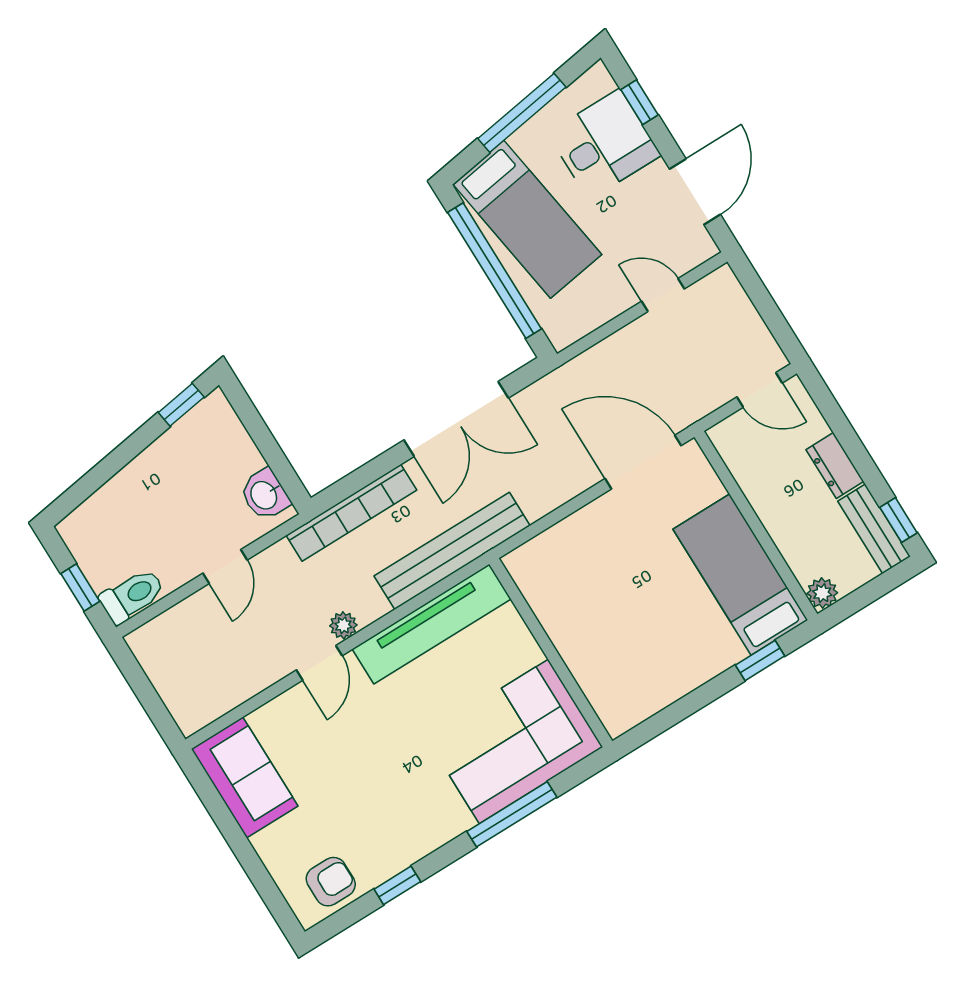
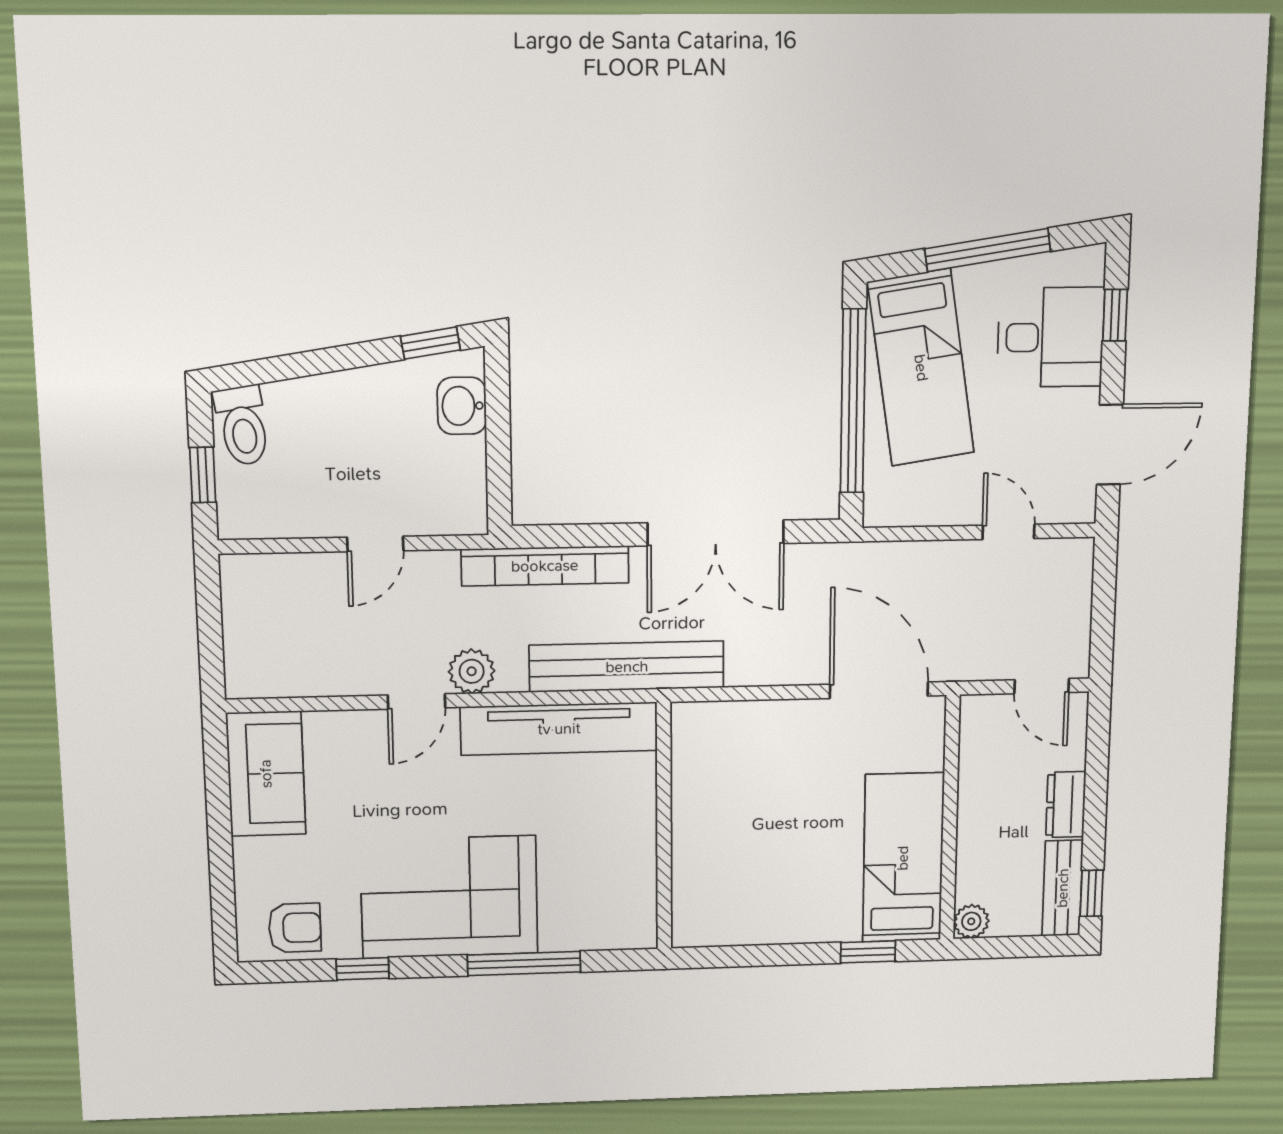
washbasin: (265, 495) -> (462, 406), moved
toilet: (132, 596) -> (243, 426), moved, turned 81
plant: (343, 625) -> (472, 671), width x1.38, depth x1.38
corner sofa: (514, 741) -> (449, 897), moved

